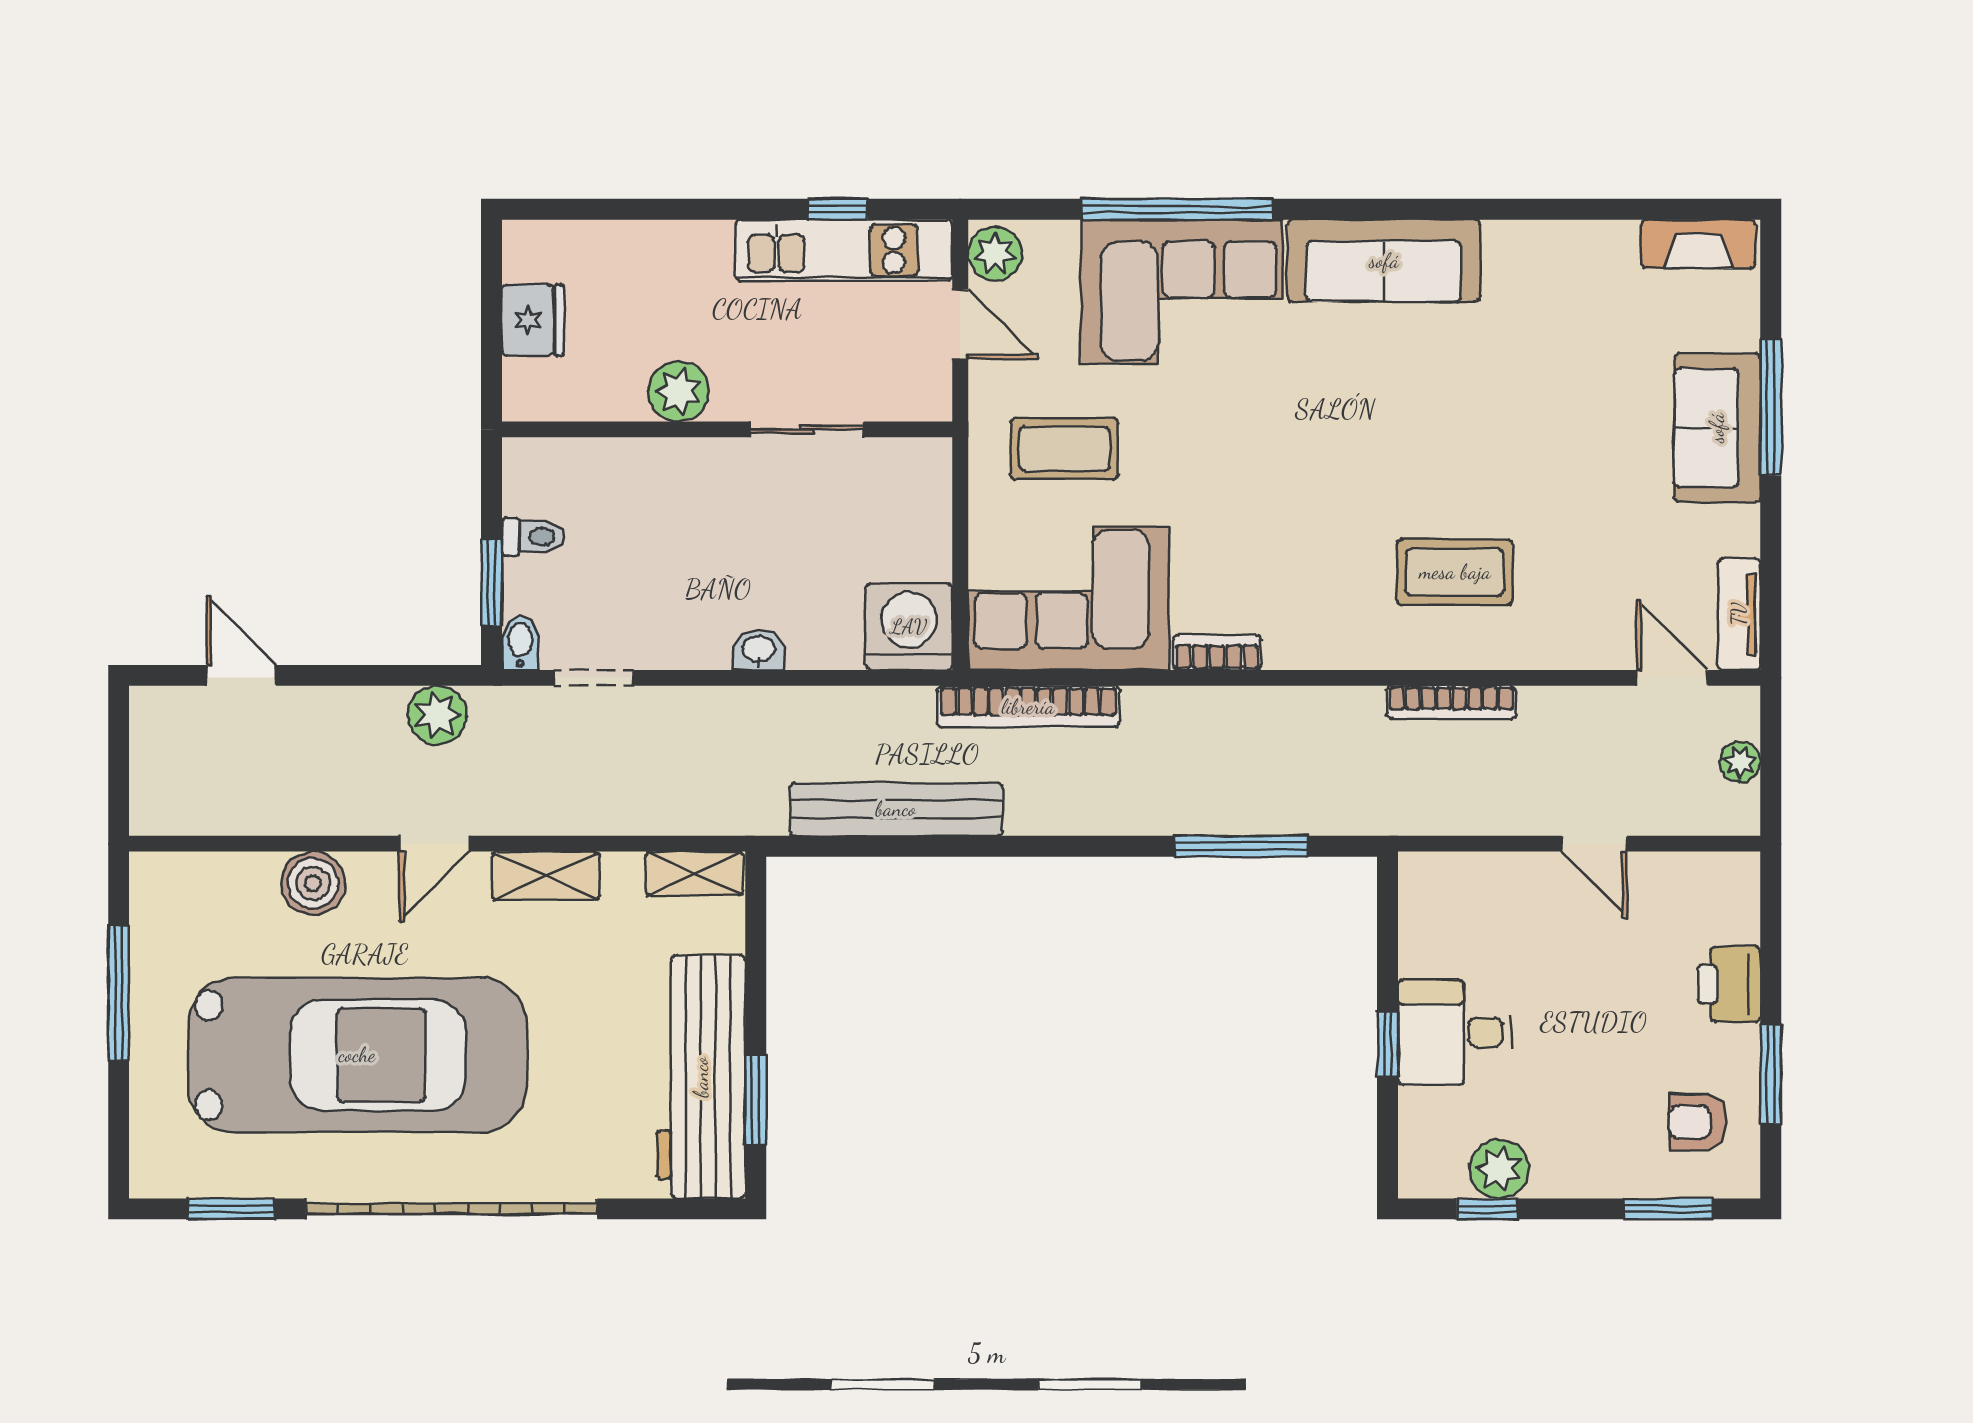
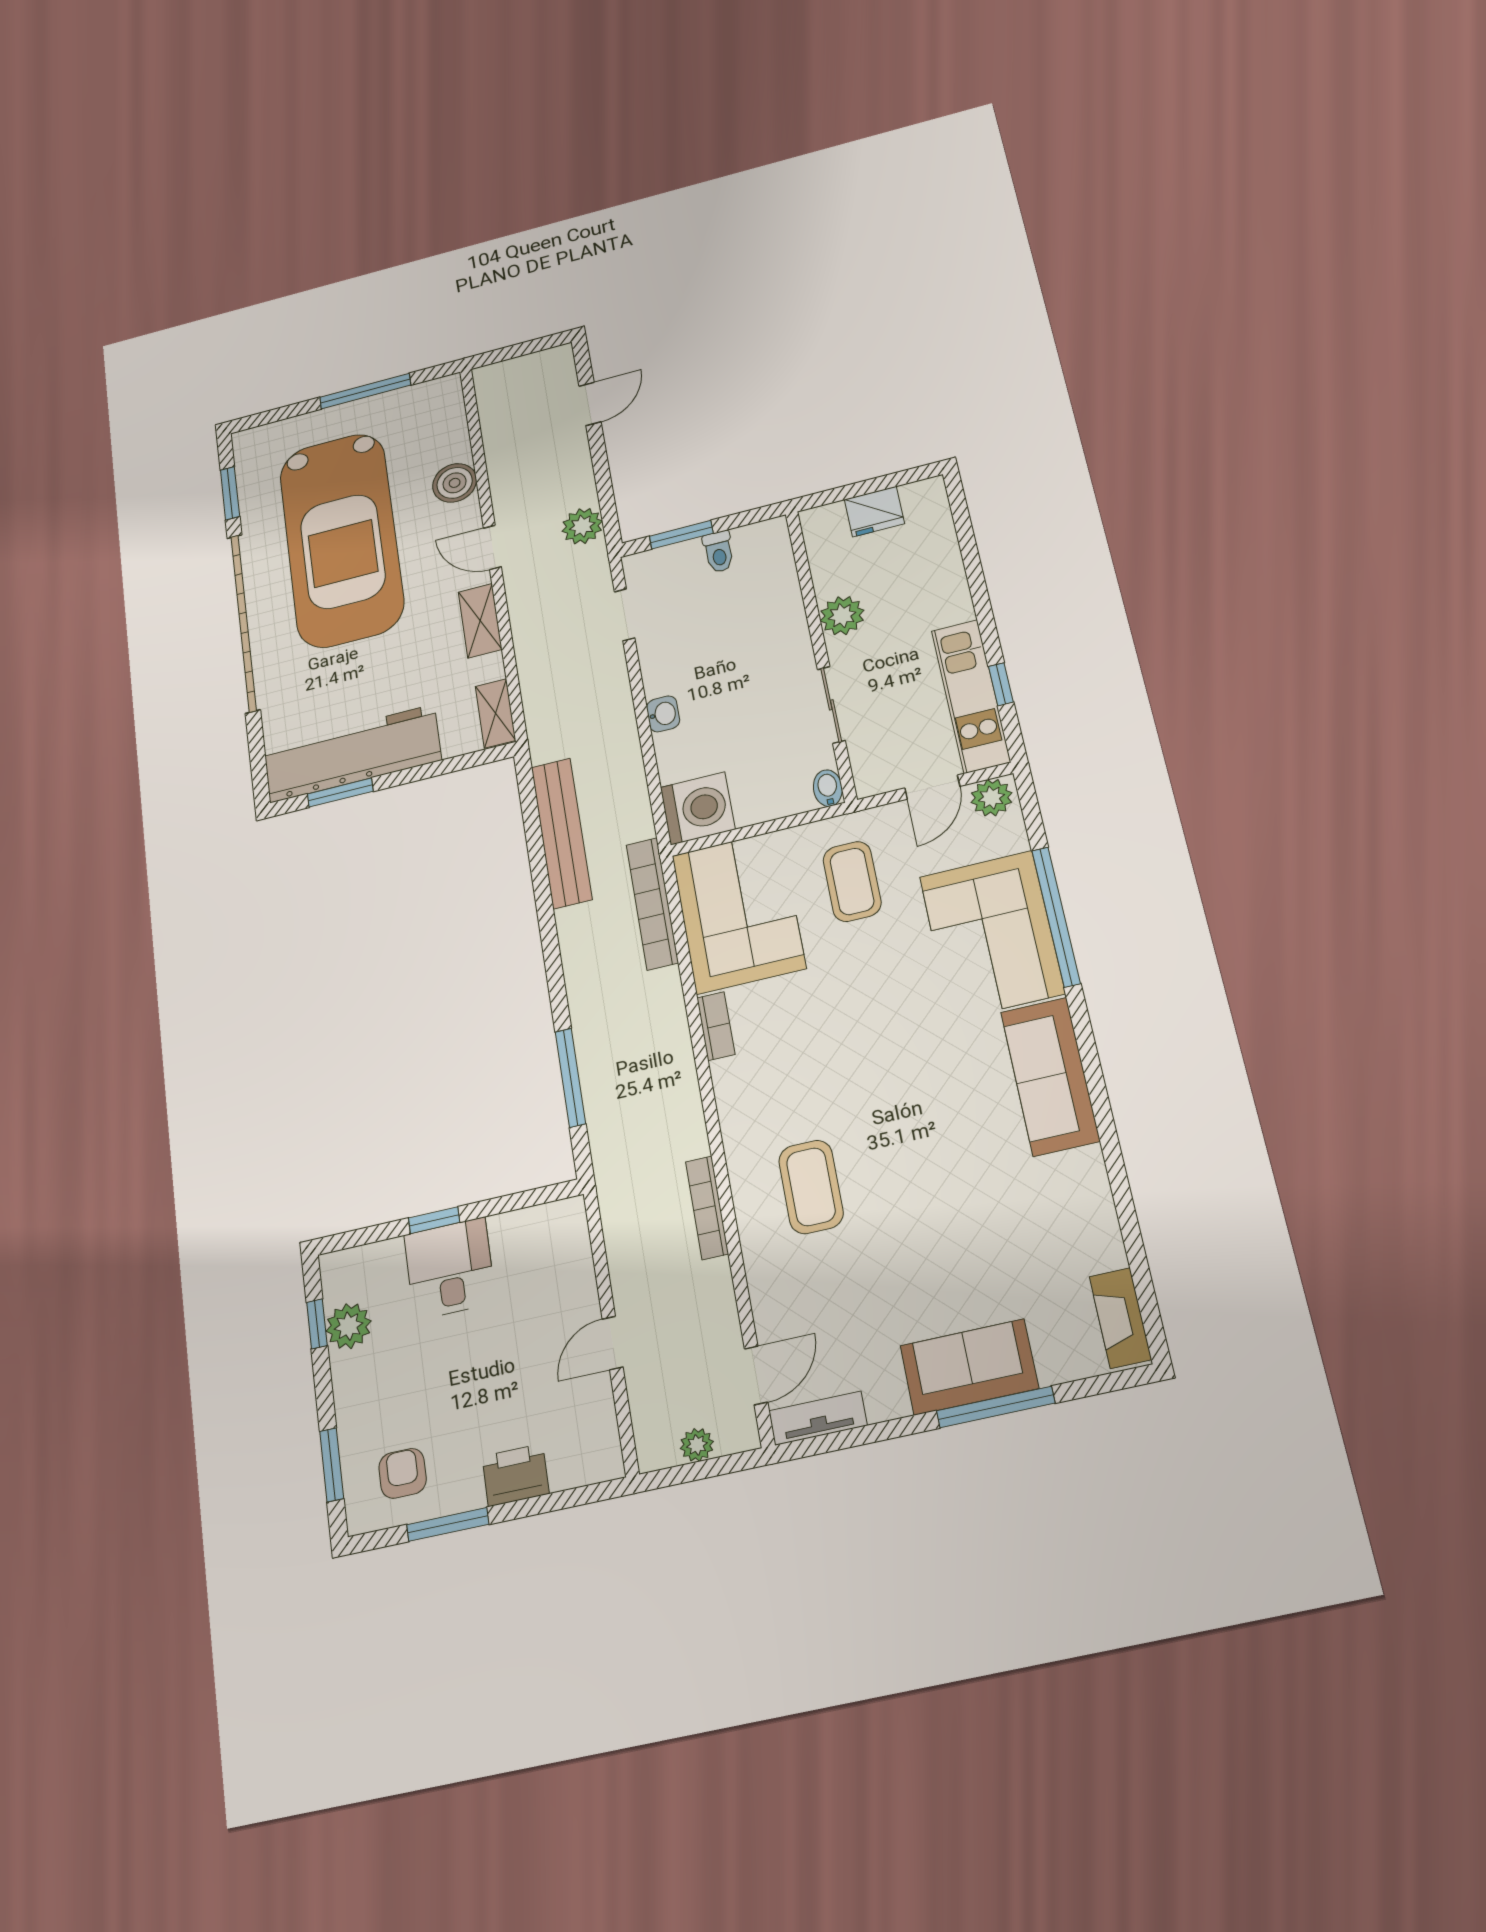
bidet: (520, 643) -> (828, 788), moved, turned -90

